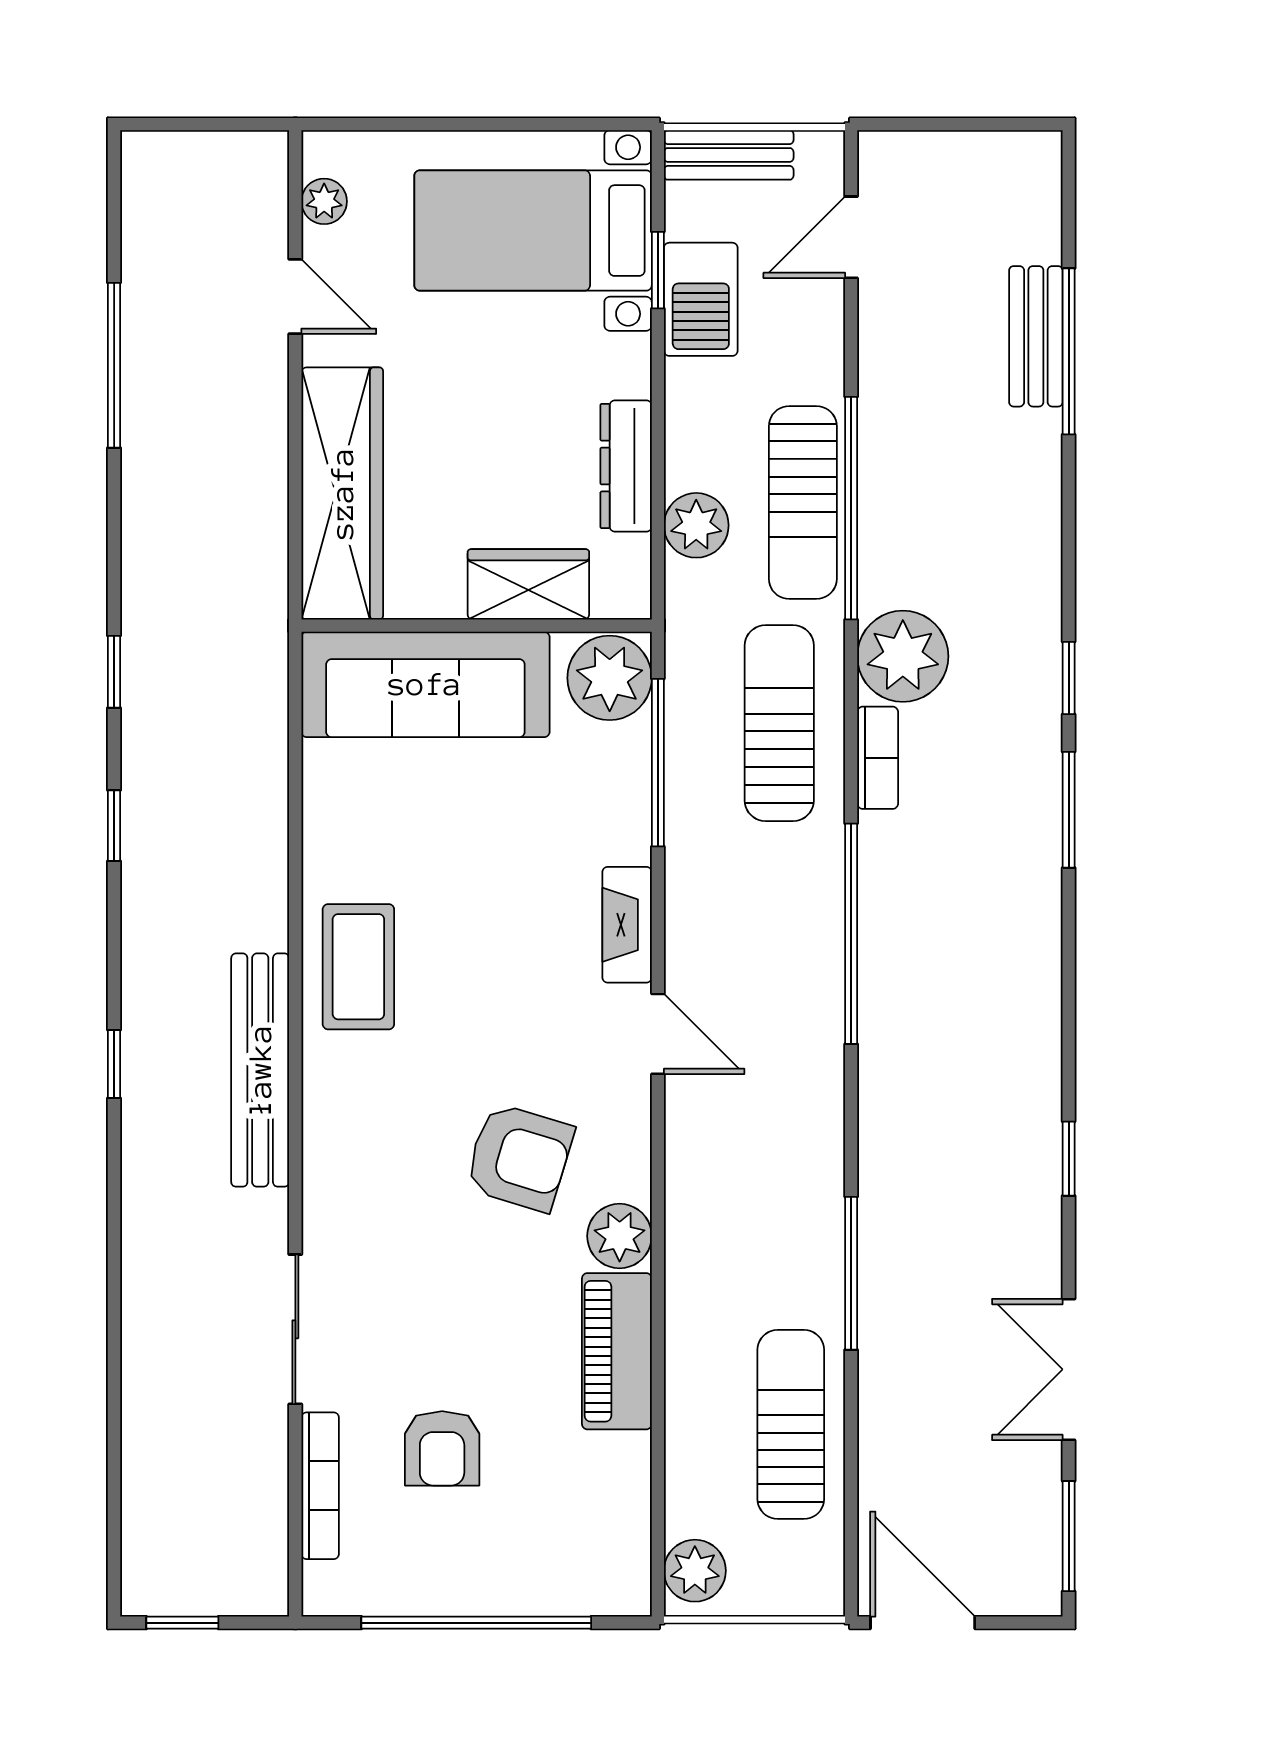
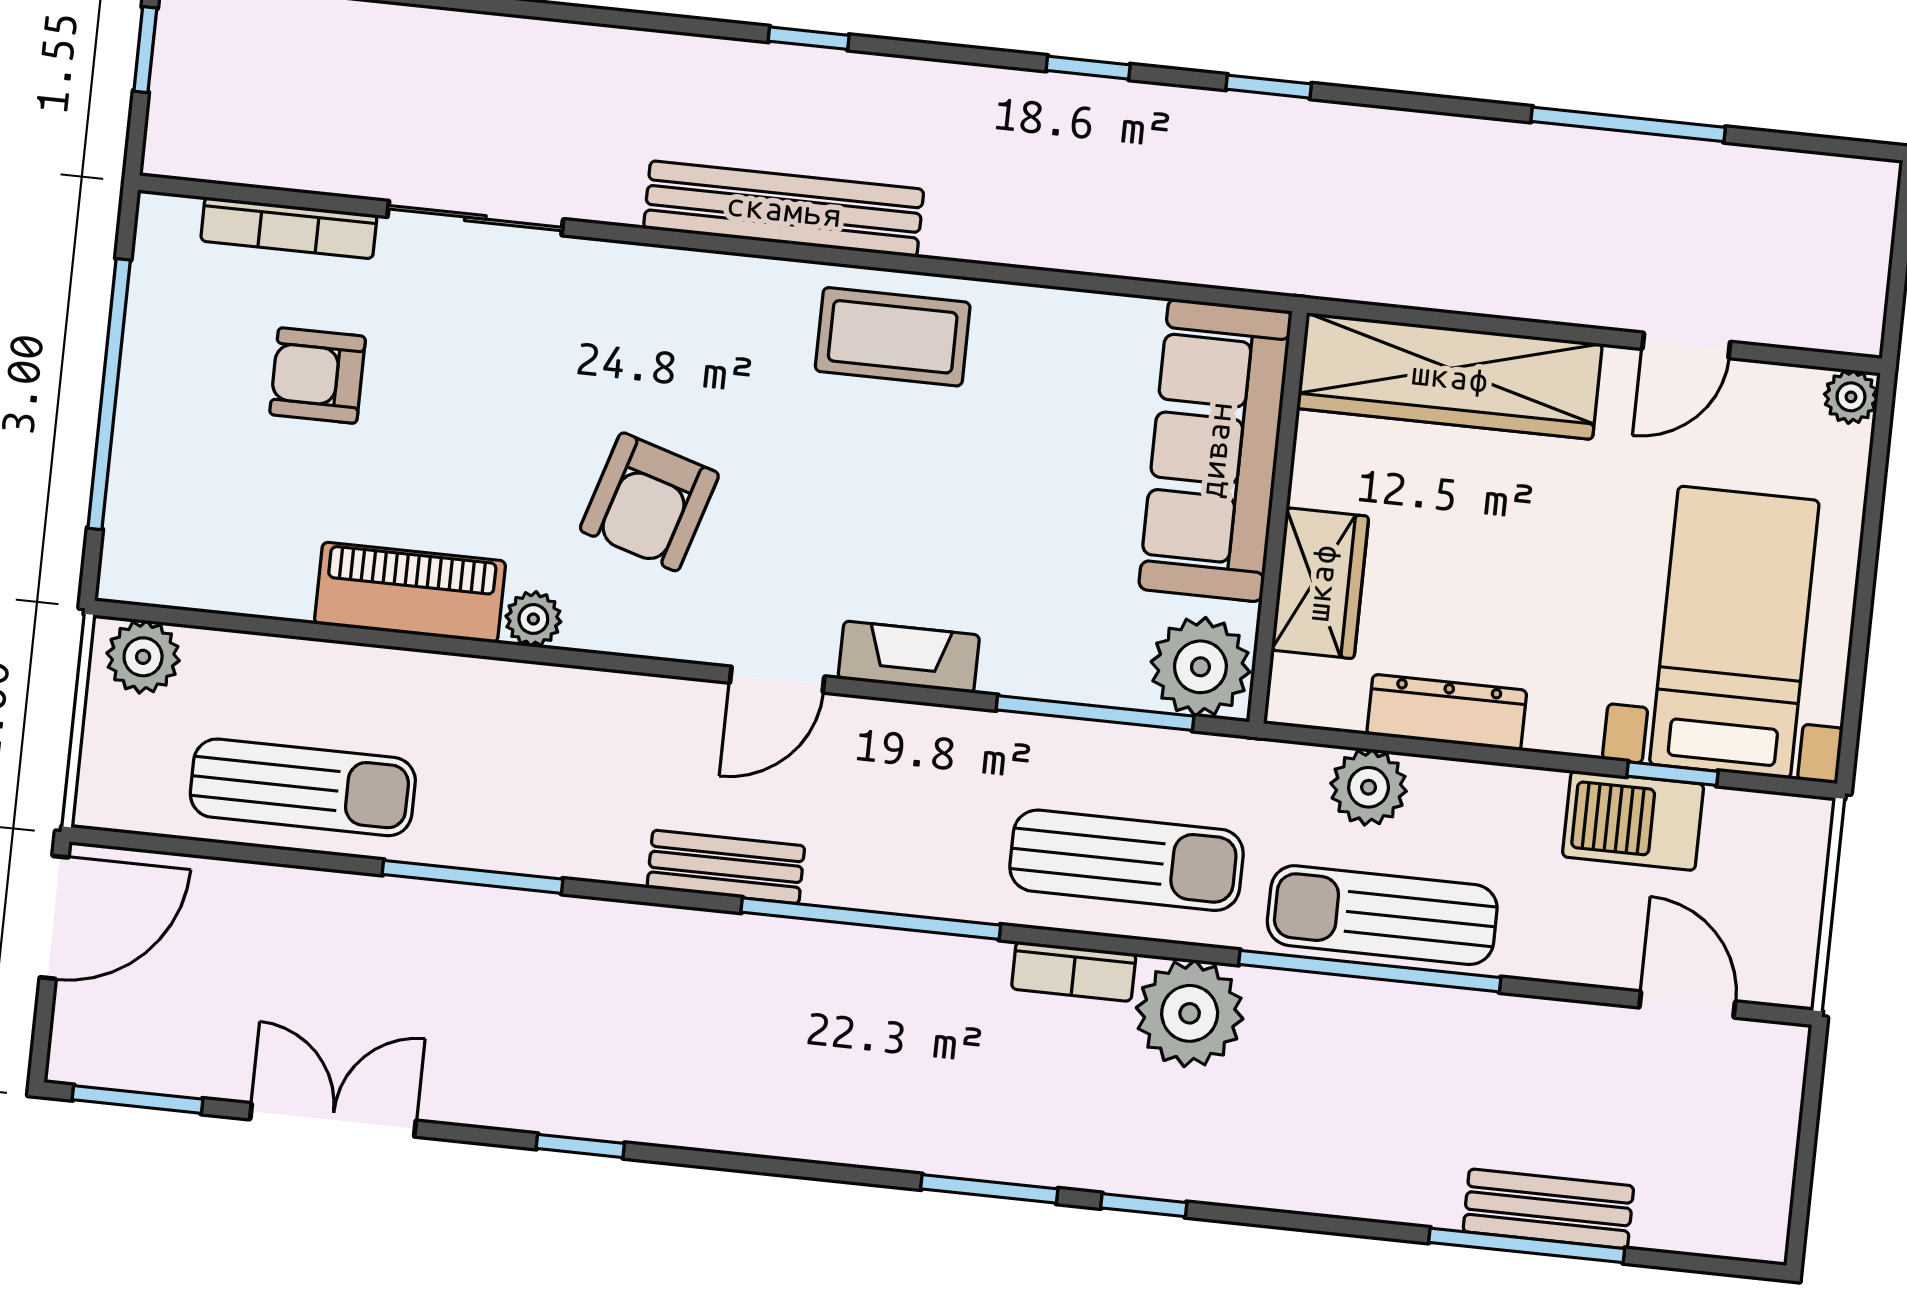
bench: (729, 155) -> (726, 867), moved, turned 90
plant: (324, 201) -> (1851, 397), moved
plant: (620, 1236) -> (533, 619), width x0.73, depth x0.73

